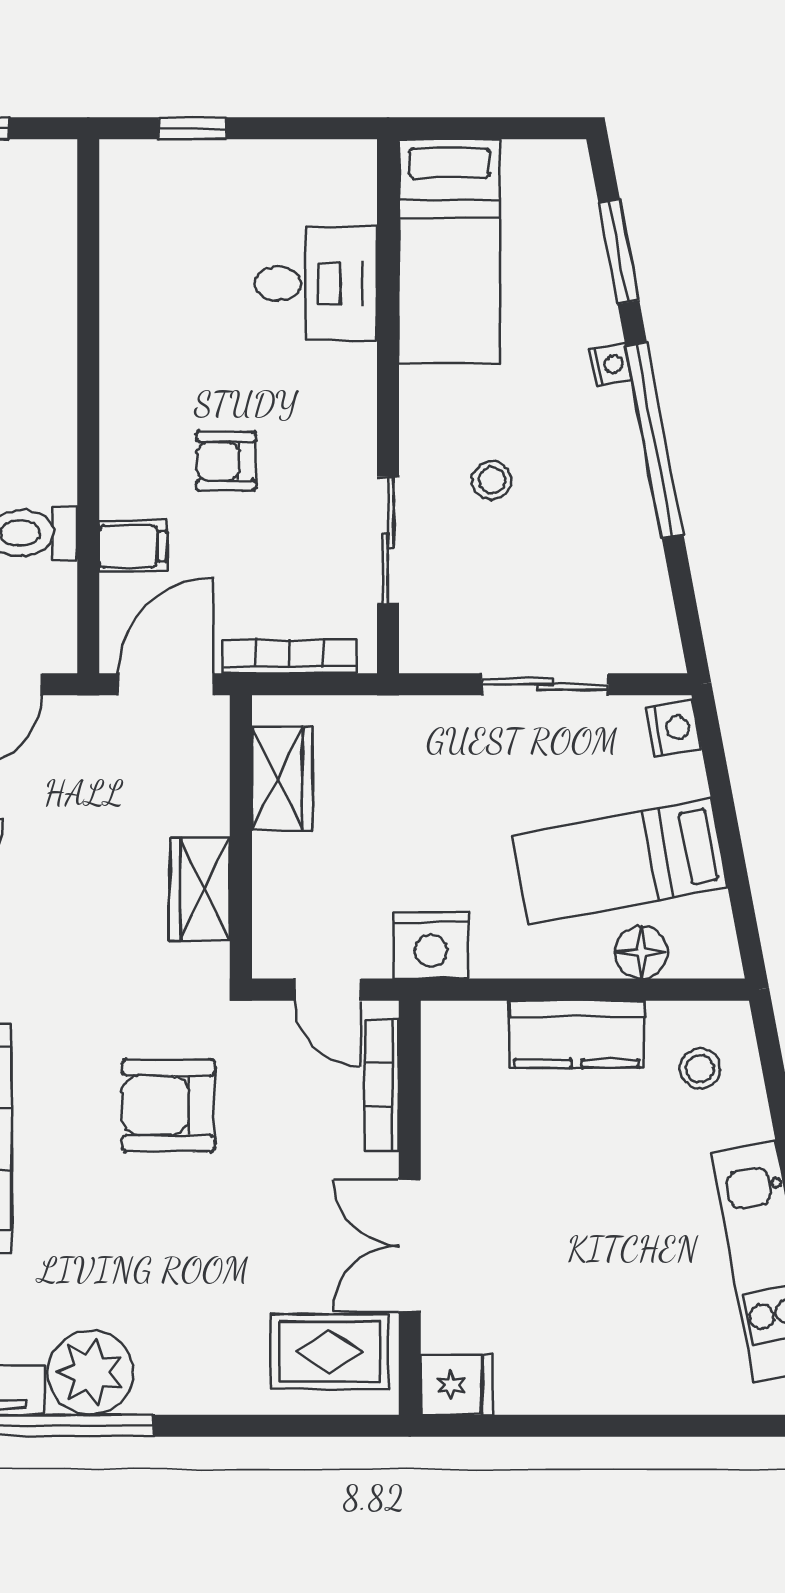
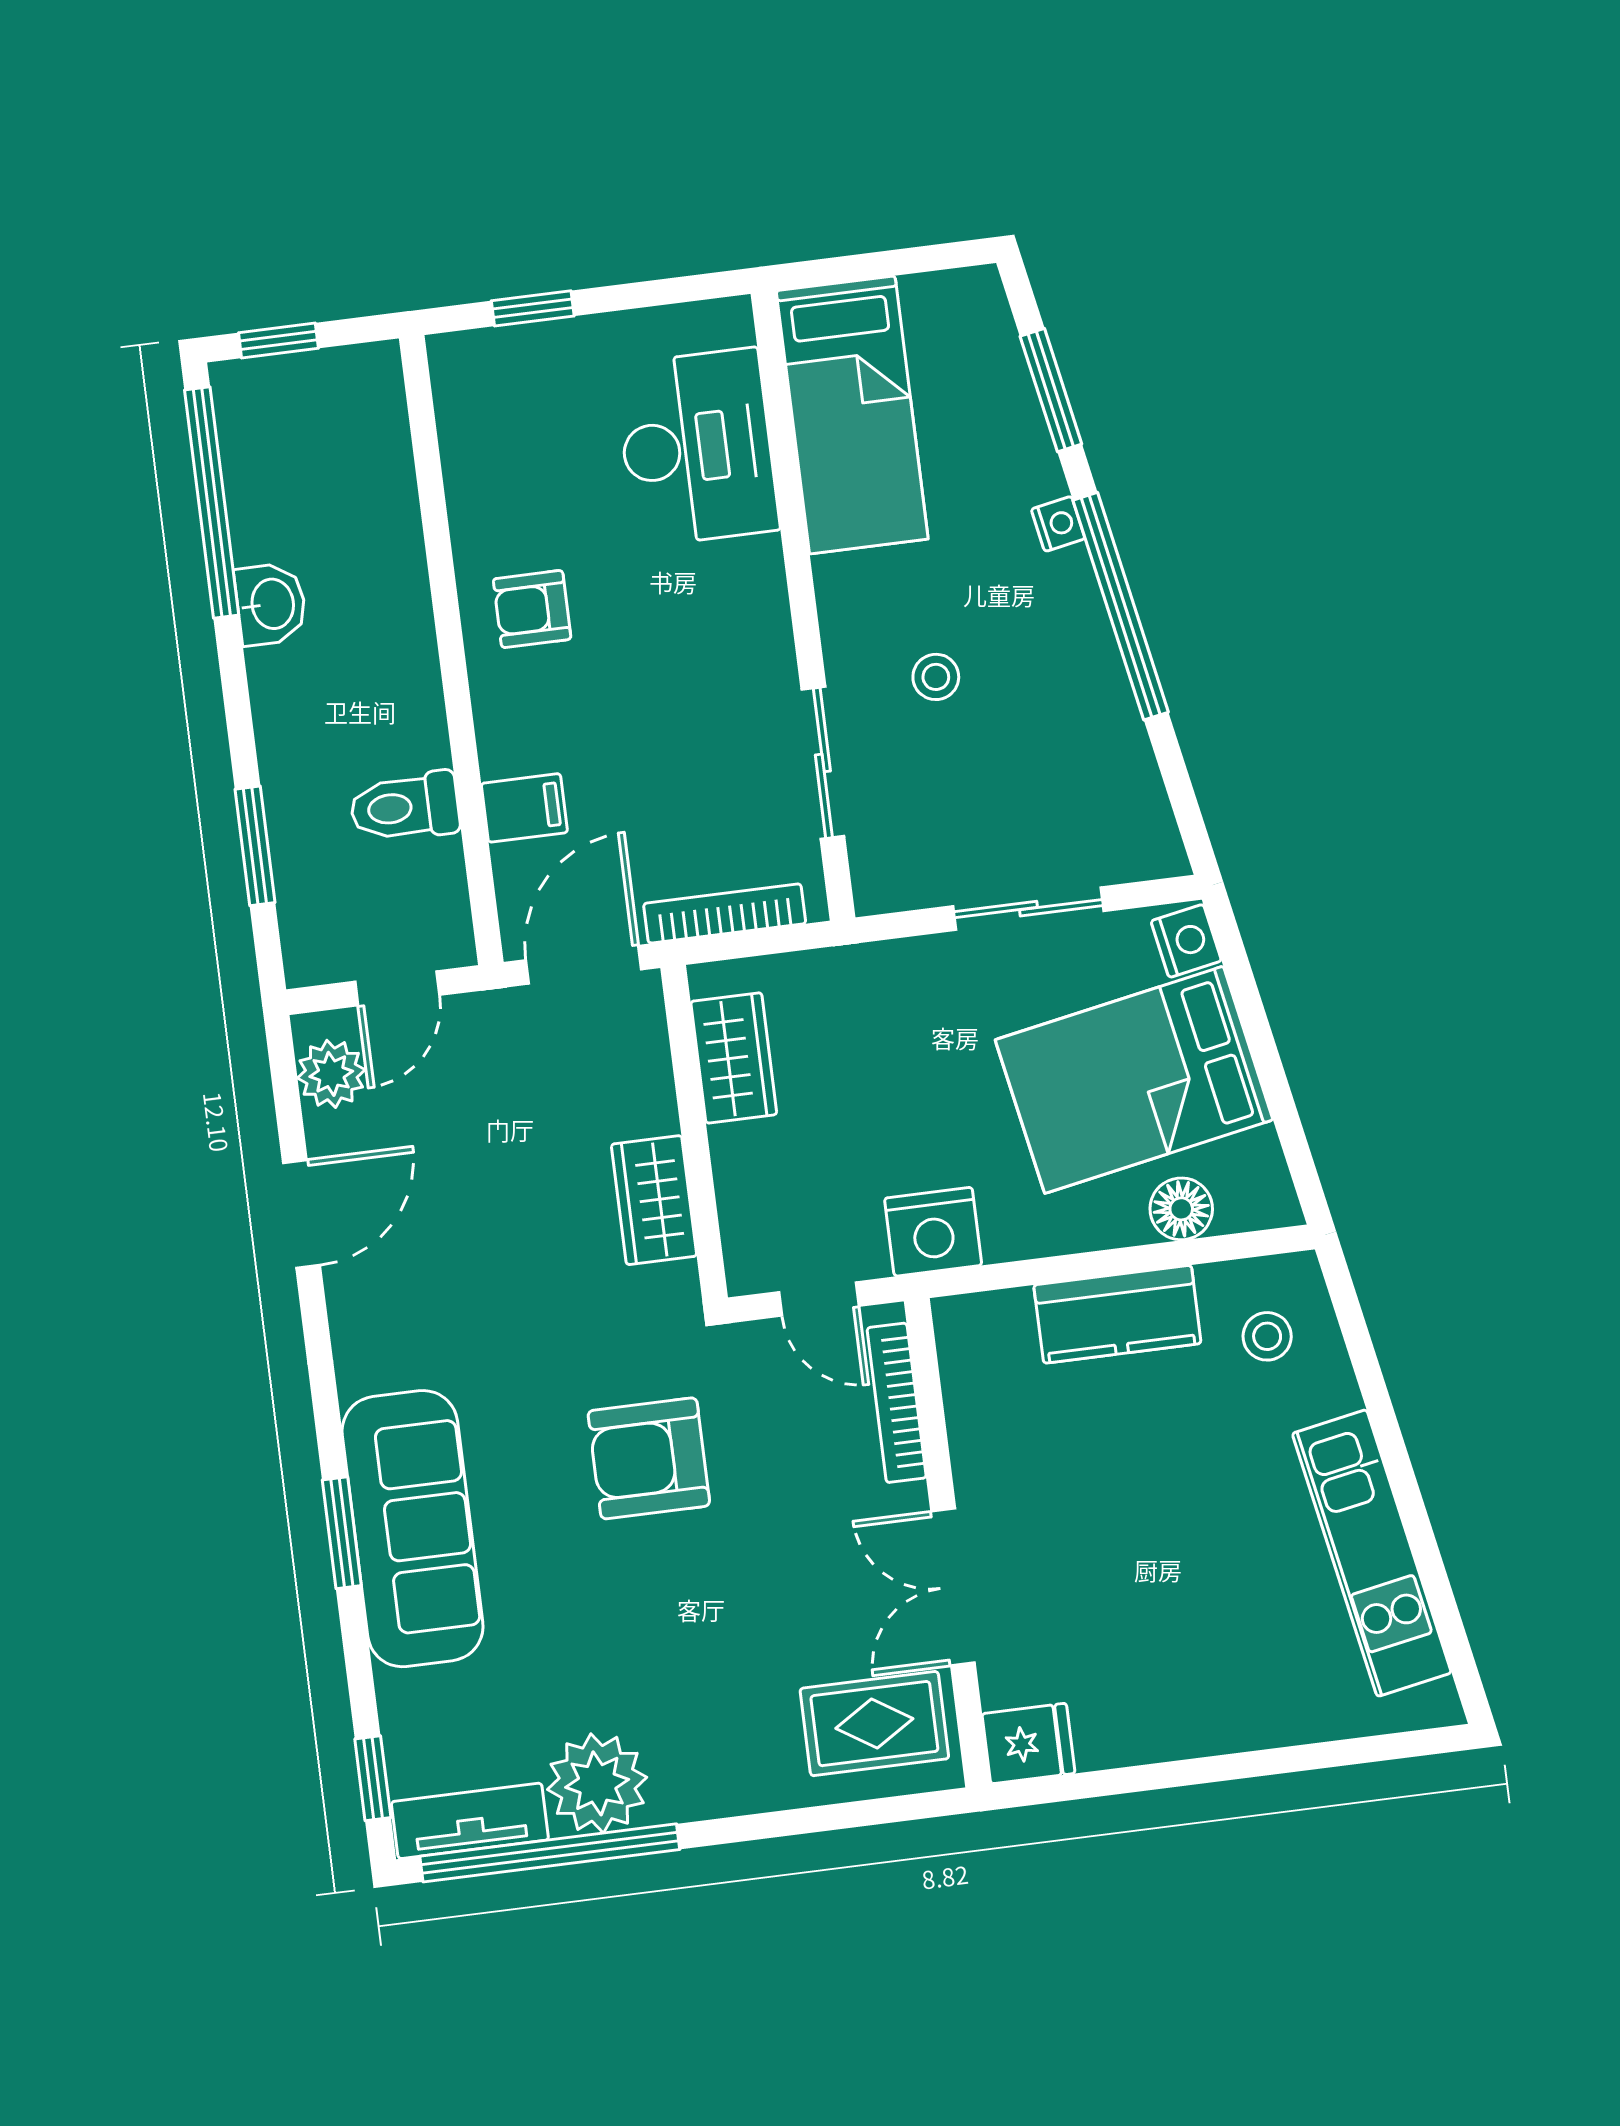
desk: (316, 283) -> (697, 447), width x1.37
armchair: (226, 461) -> (532, 609), moved
bed: (620, 862) -> (1134, 1080), width x1.50

